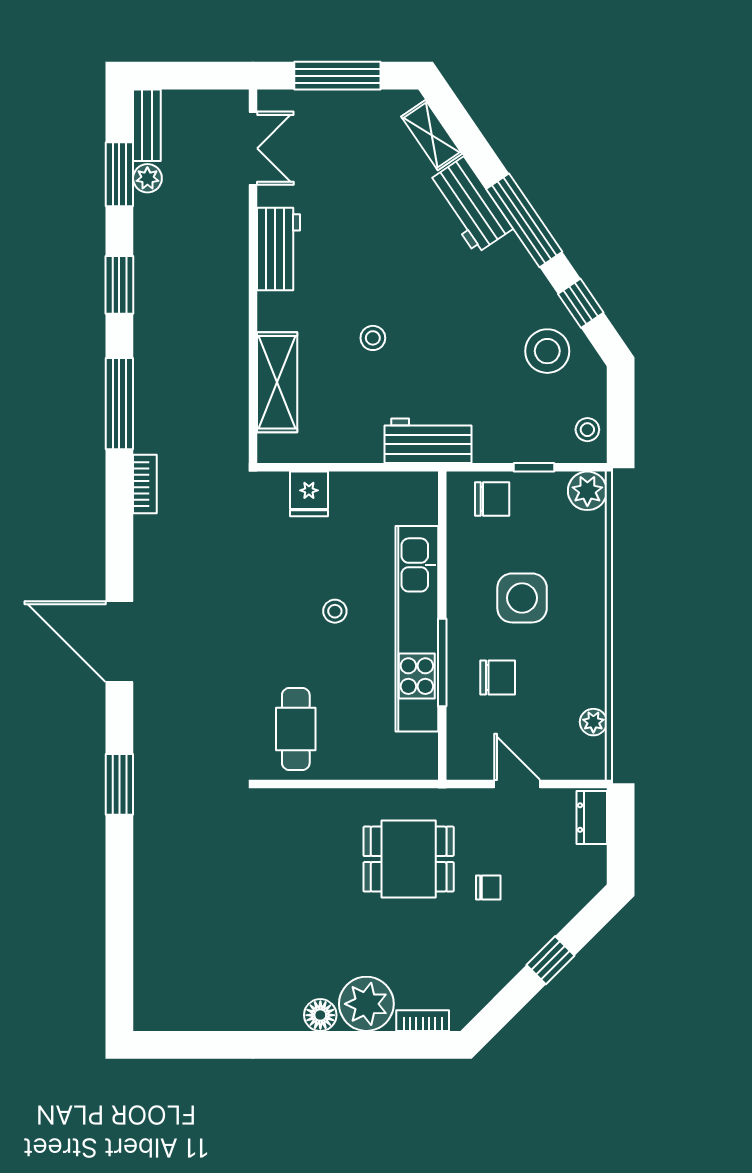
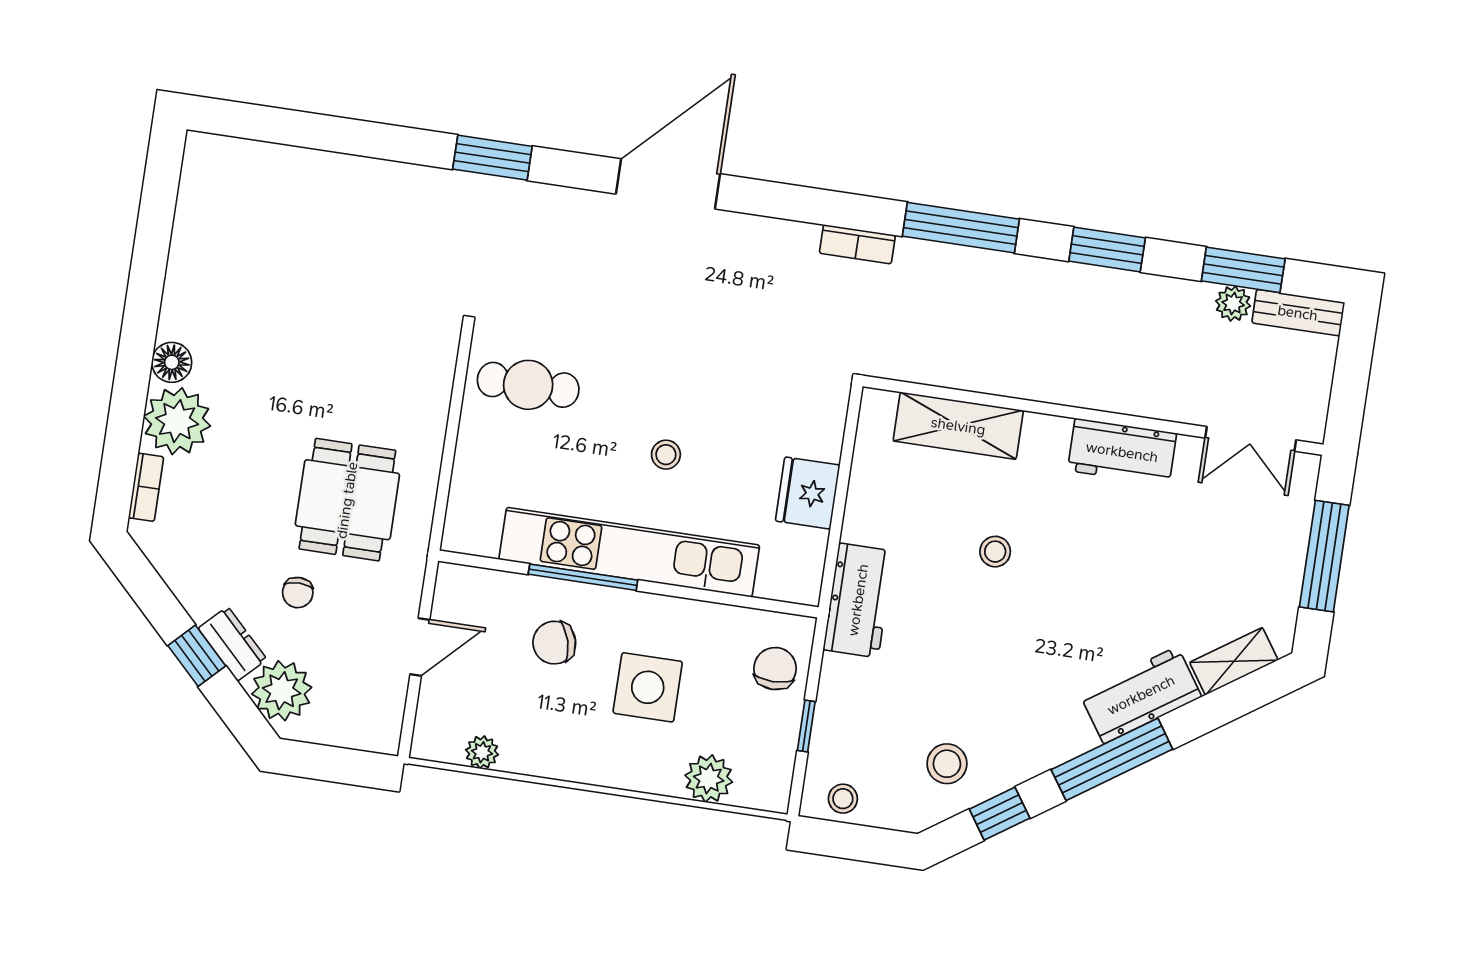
stool: (547, 351) -> (947, 764), width x0.73, depth x0.73
plant: (587, 491) -> (709, 779), moved
fridge: (309, 494) -> (808, 493), moved, width x1.38
chair: (492, 499) -> (775, 669), turned 180
chair: (498, 678) -> (554, 643), turned 74
dresser: (592, 818) -> (233, 644), moved, turned 45
plant: (568, 889) -> (282, 691), added

